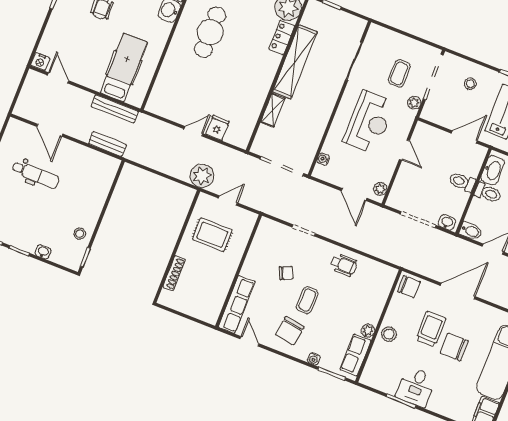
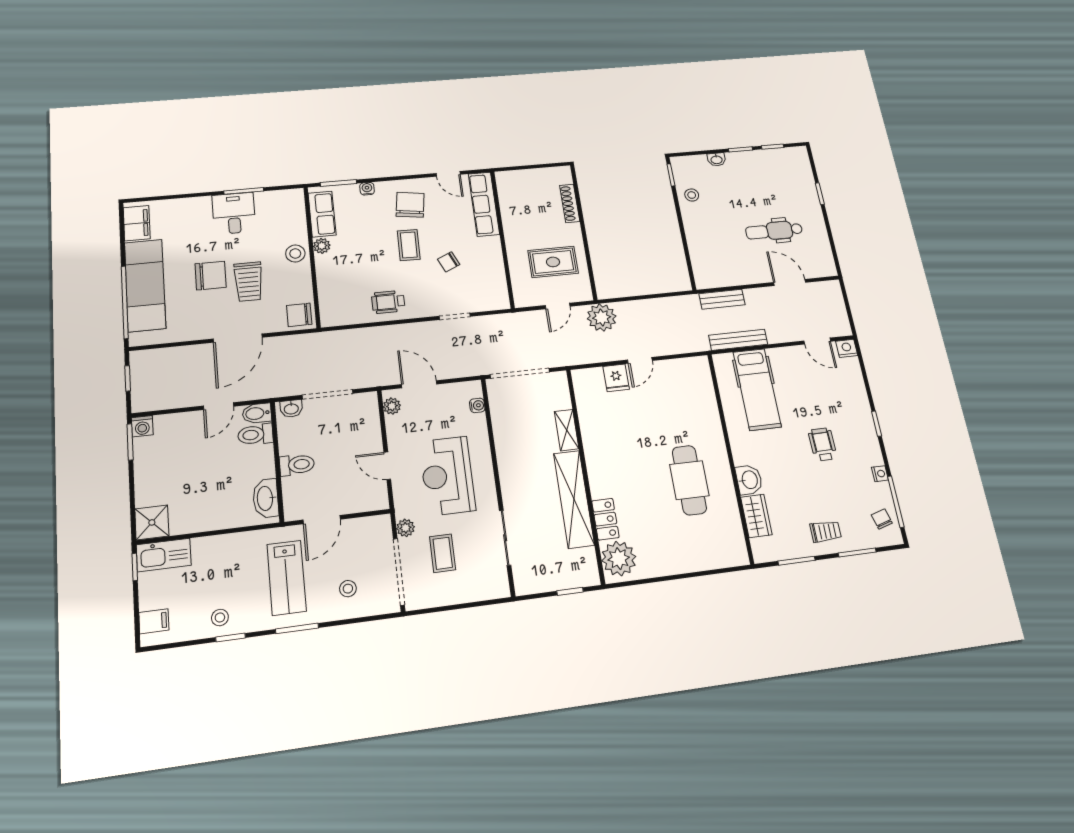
toilet: (488, 193) -> (255, 435), moved

